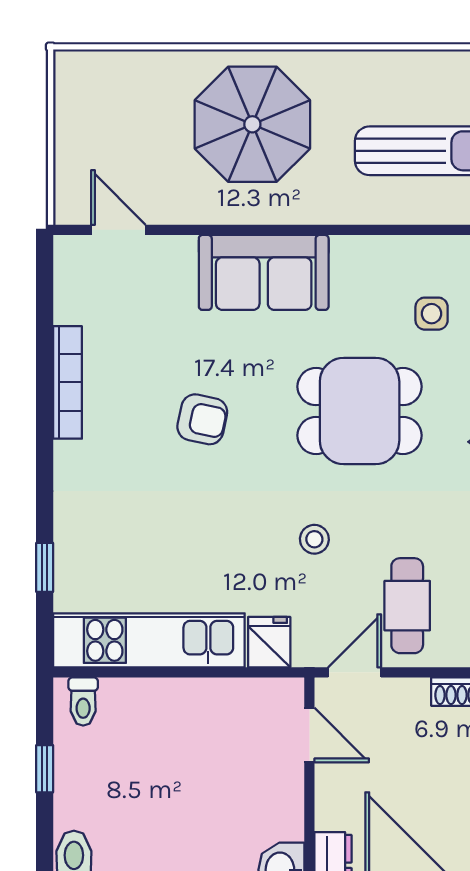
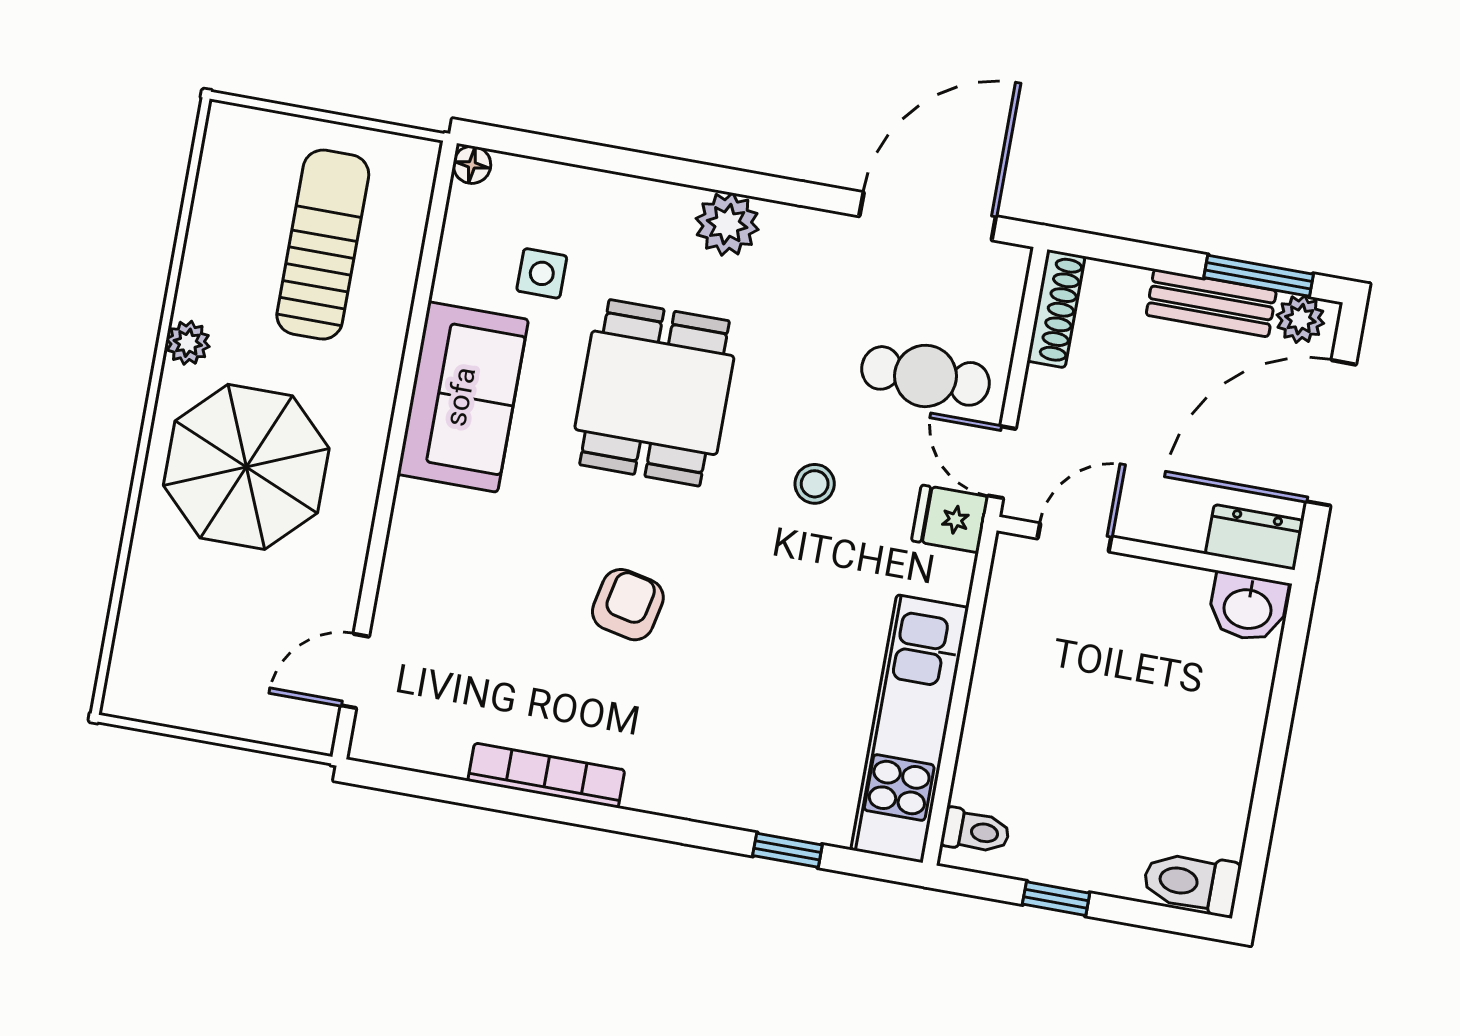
plant: (335, 66) -> (188, 343), added
sofa: (264, 272) -> (463, 397), moved
fridge: (269, 642) -> (950, 519), moved

